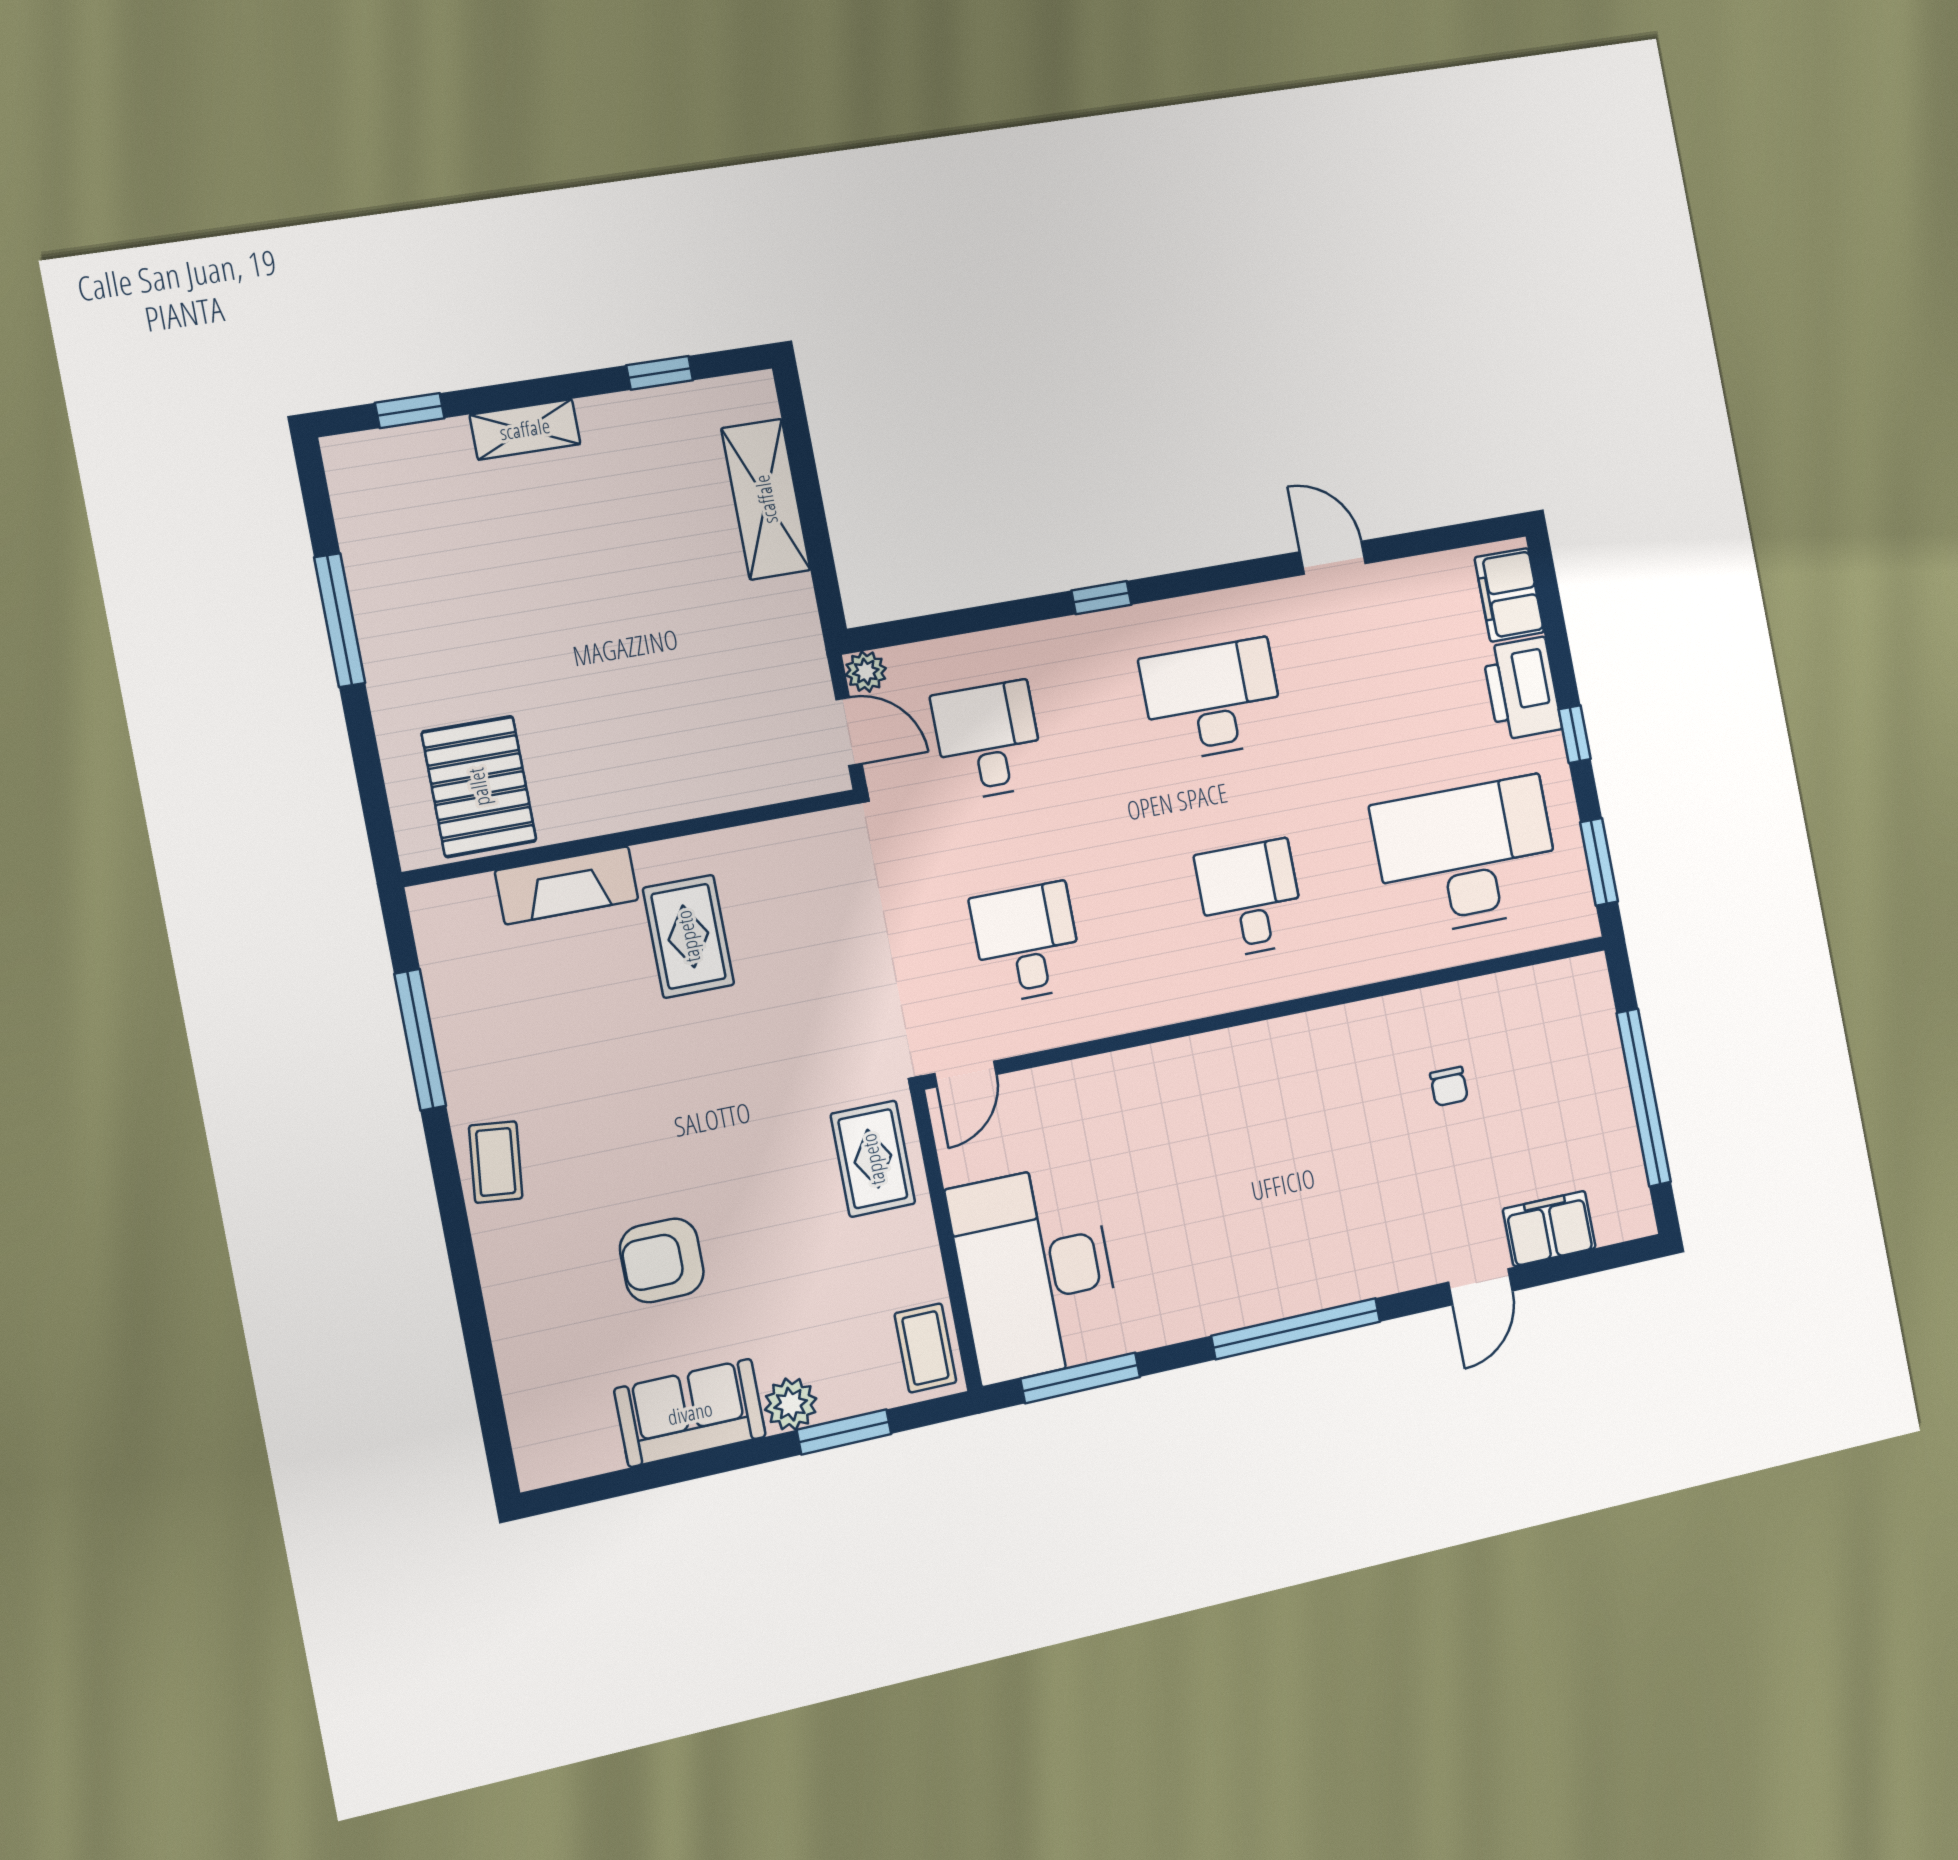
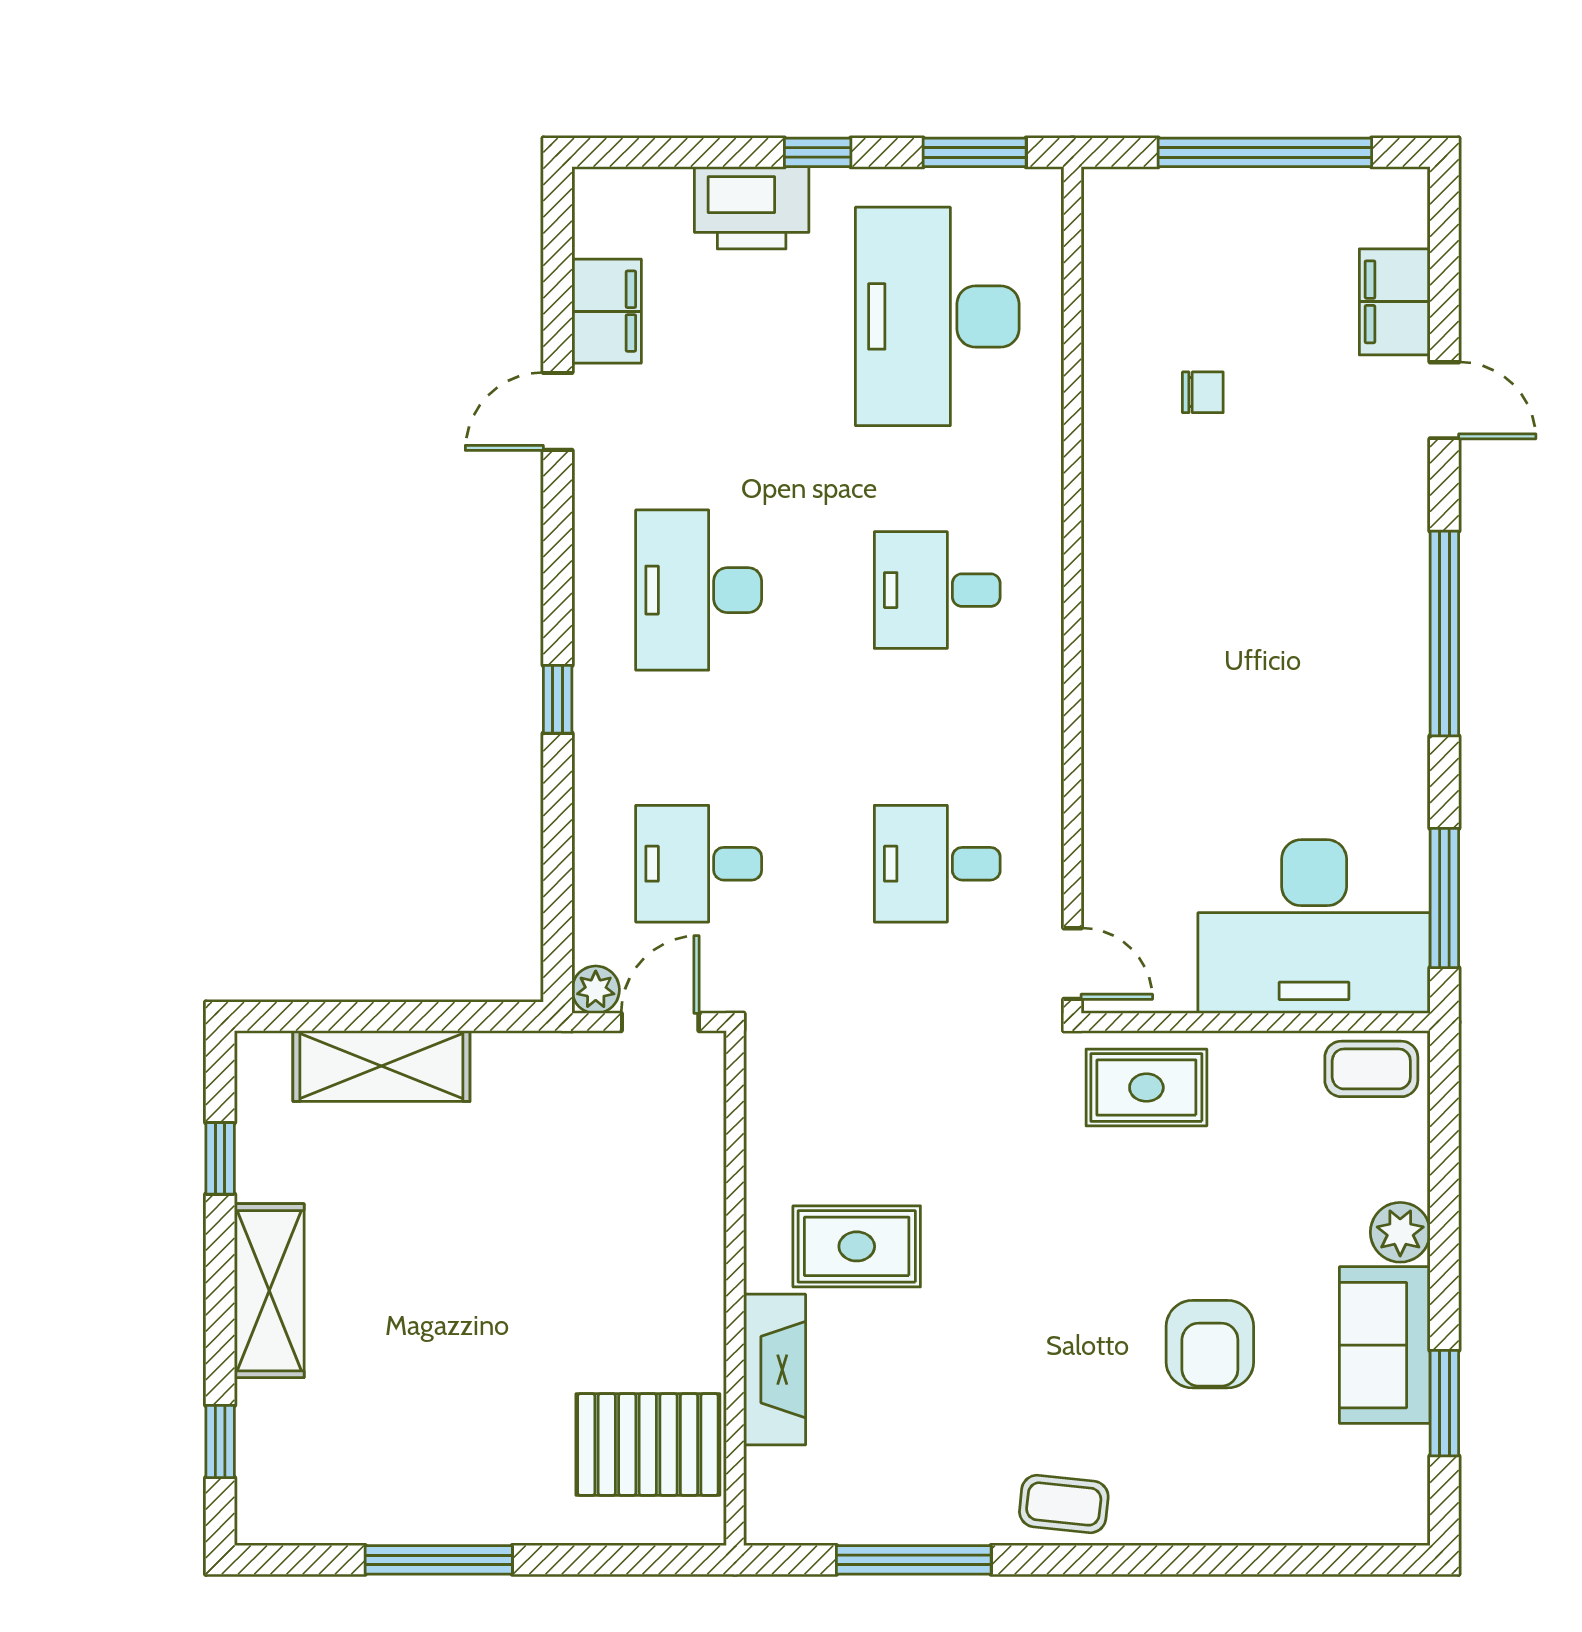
shelving: (525, 429) -> (269, 1291), width x1.50, depth x1.33
filing cabinet: (1509, 595) -> (607, 311), moved, turned -90
window: (844, 1432) -> (1444, 1403), moved

